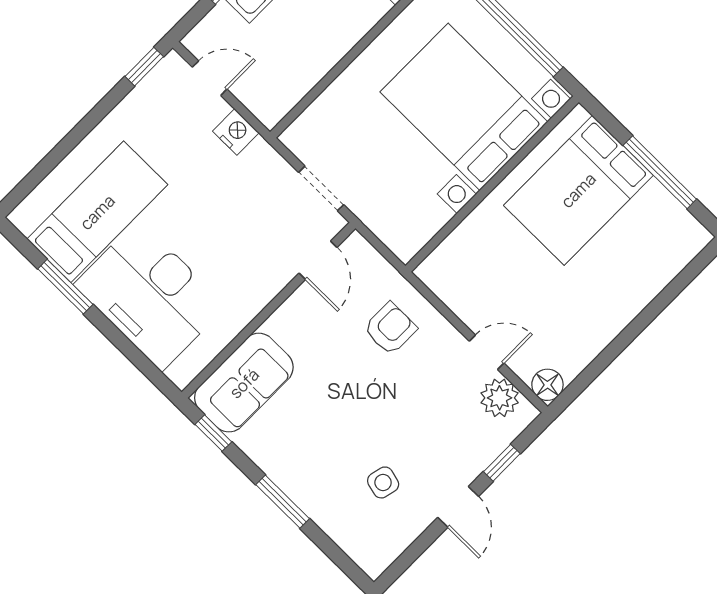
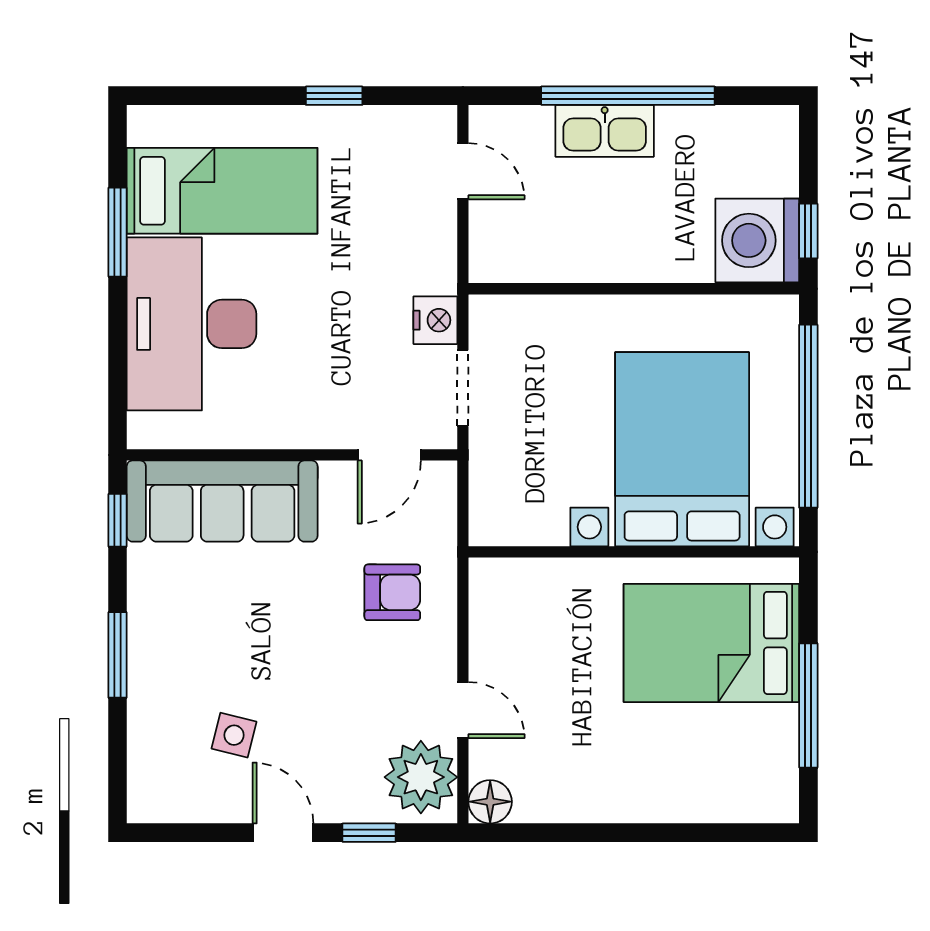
window: (144, 67) -> (334, 96), moved
nightstand: (236, 132) -> (435, 320), moved
sofa: (244, 383) -> (222, 501), width x1.36
plant: (500, 398) -> (421, 777), width x1.36, depth x1.36
door: (458, 507) -> (283, 833), swing flipped

